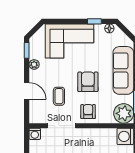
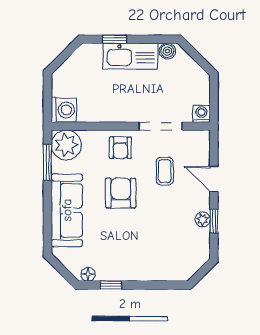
corner sofa: (69, 41) -> (149, 255), removed
window: (27, 50) -> (214, 221), moved
armchair: (88, 82) -> (121, 193), turned 180

